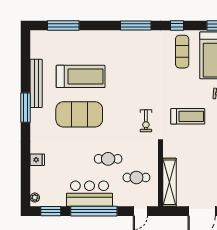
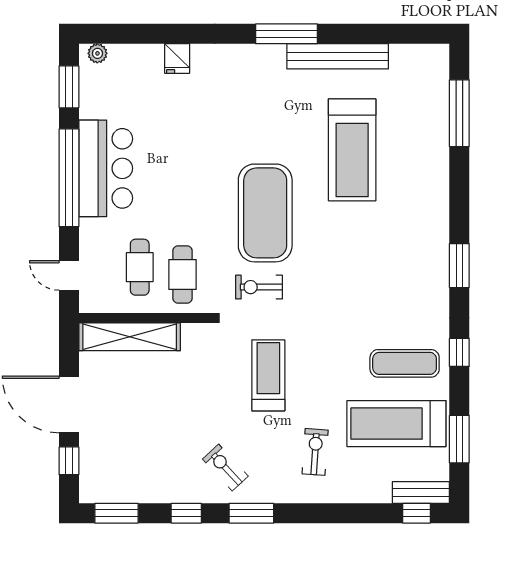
window: (136, 26) -> (459, 266), width x0.69
exercise mat: (79, 114) -> (265, 213), moved
treadmill: (188, 116) -> (268, 375), turned 180
cafe table: (108, 159) -> (182, 274), moved

